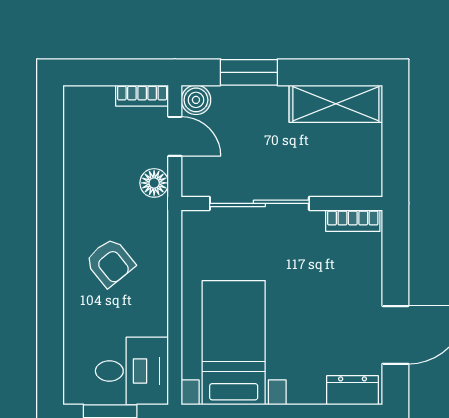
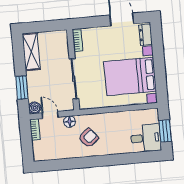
door: (175, 136) -> (50, 115), hinge flipped
armchair: (110, 263) -> (89, 138), moved
bed with nightstands: (234, 343) -> (130, 76), width x1.36
desk: (132, 371) -> (146, 138), moved, turned 90

